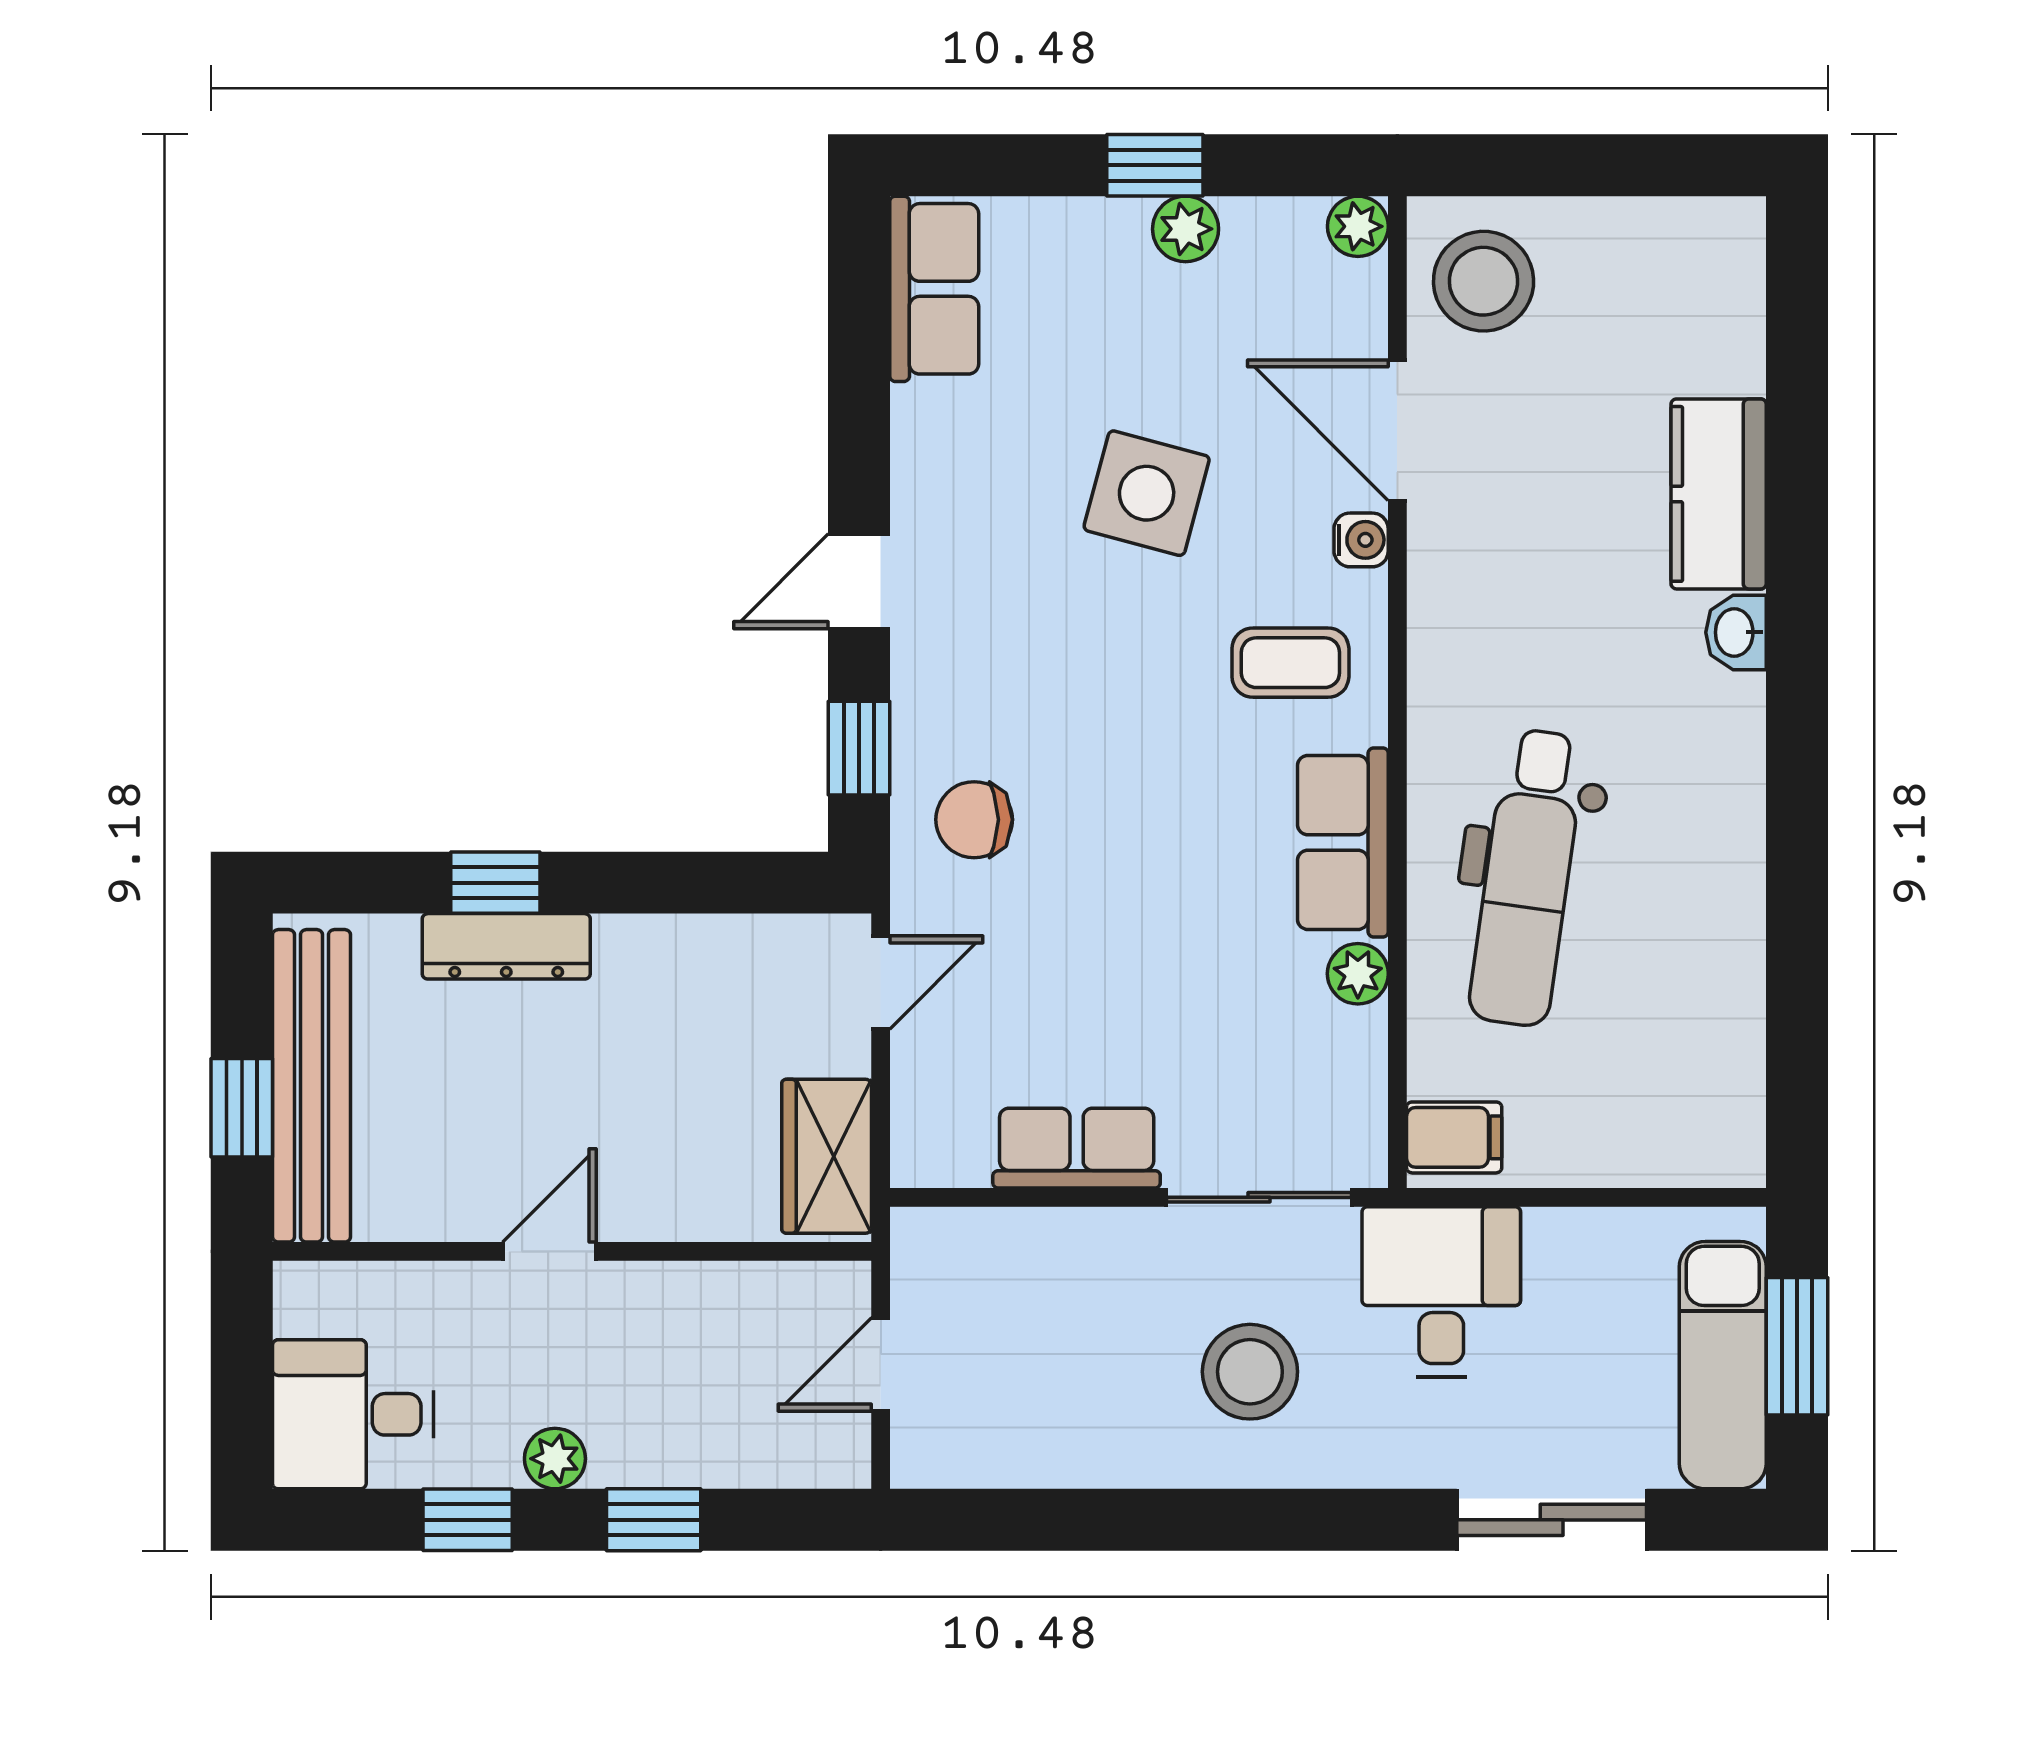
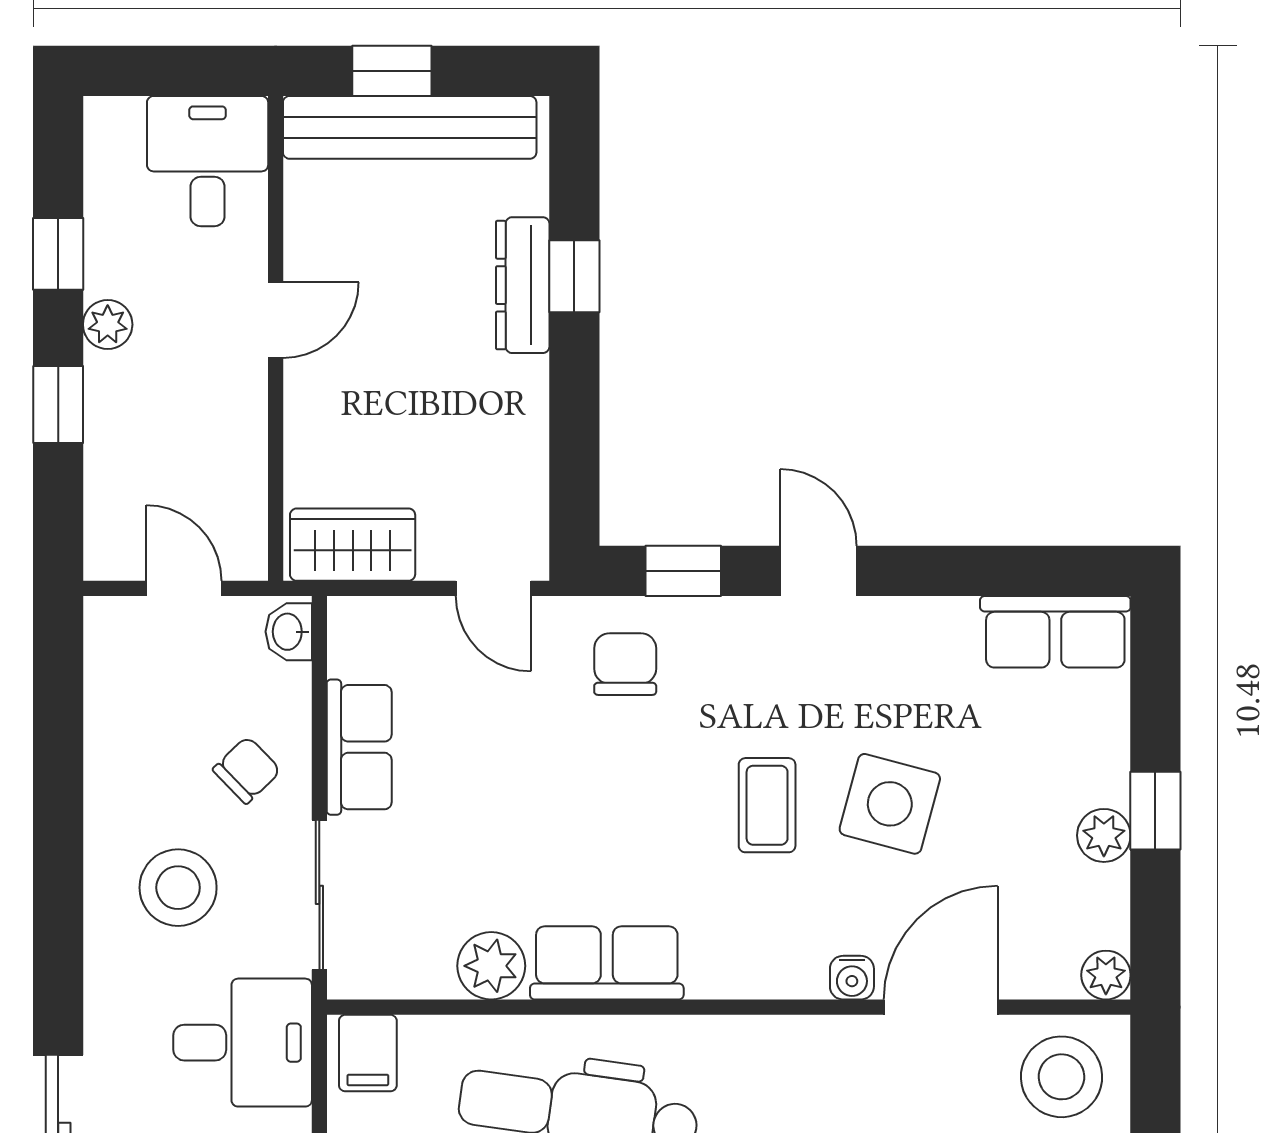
coffee table: (1290, 663) -> (767, 805), moved
plant: (1358, 974) -> (491, 966), width x1.38, depth x1.38
washbasin: (934, 1235) -> (289, 632), added
door: (549, 1251) -> (276, 320), hinge flipped
chair: (1105, 1287) -> (247, 770), added
desk: (353, 1414) -> (208, 161), moved

